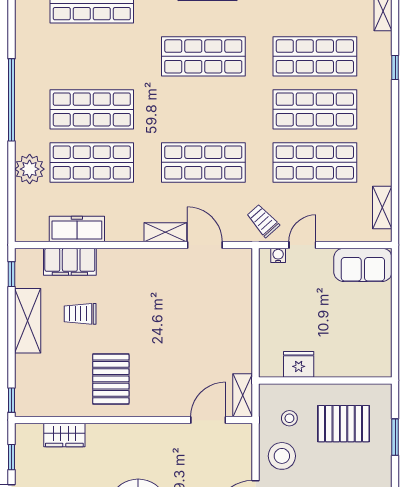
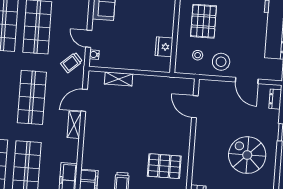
shelving: (243, 395) -> (119, 79), moved

